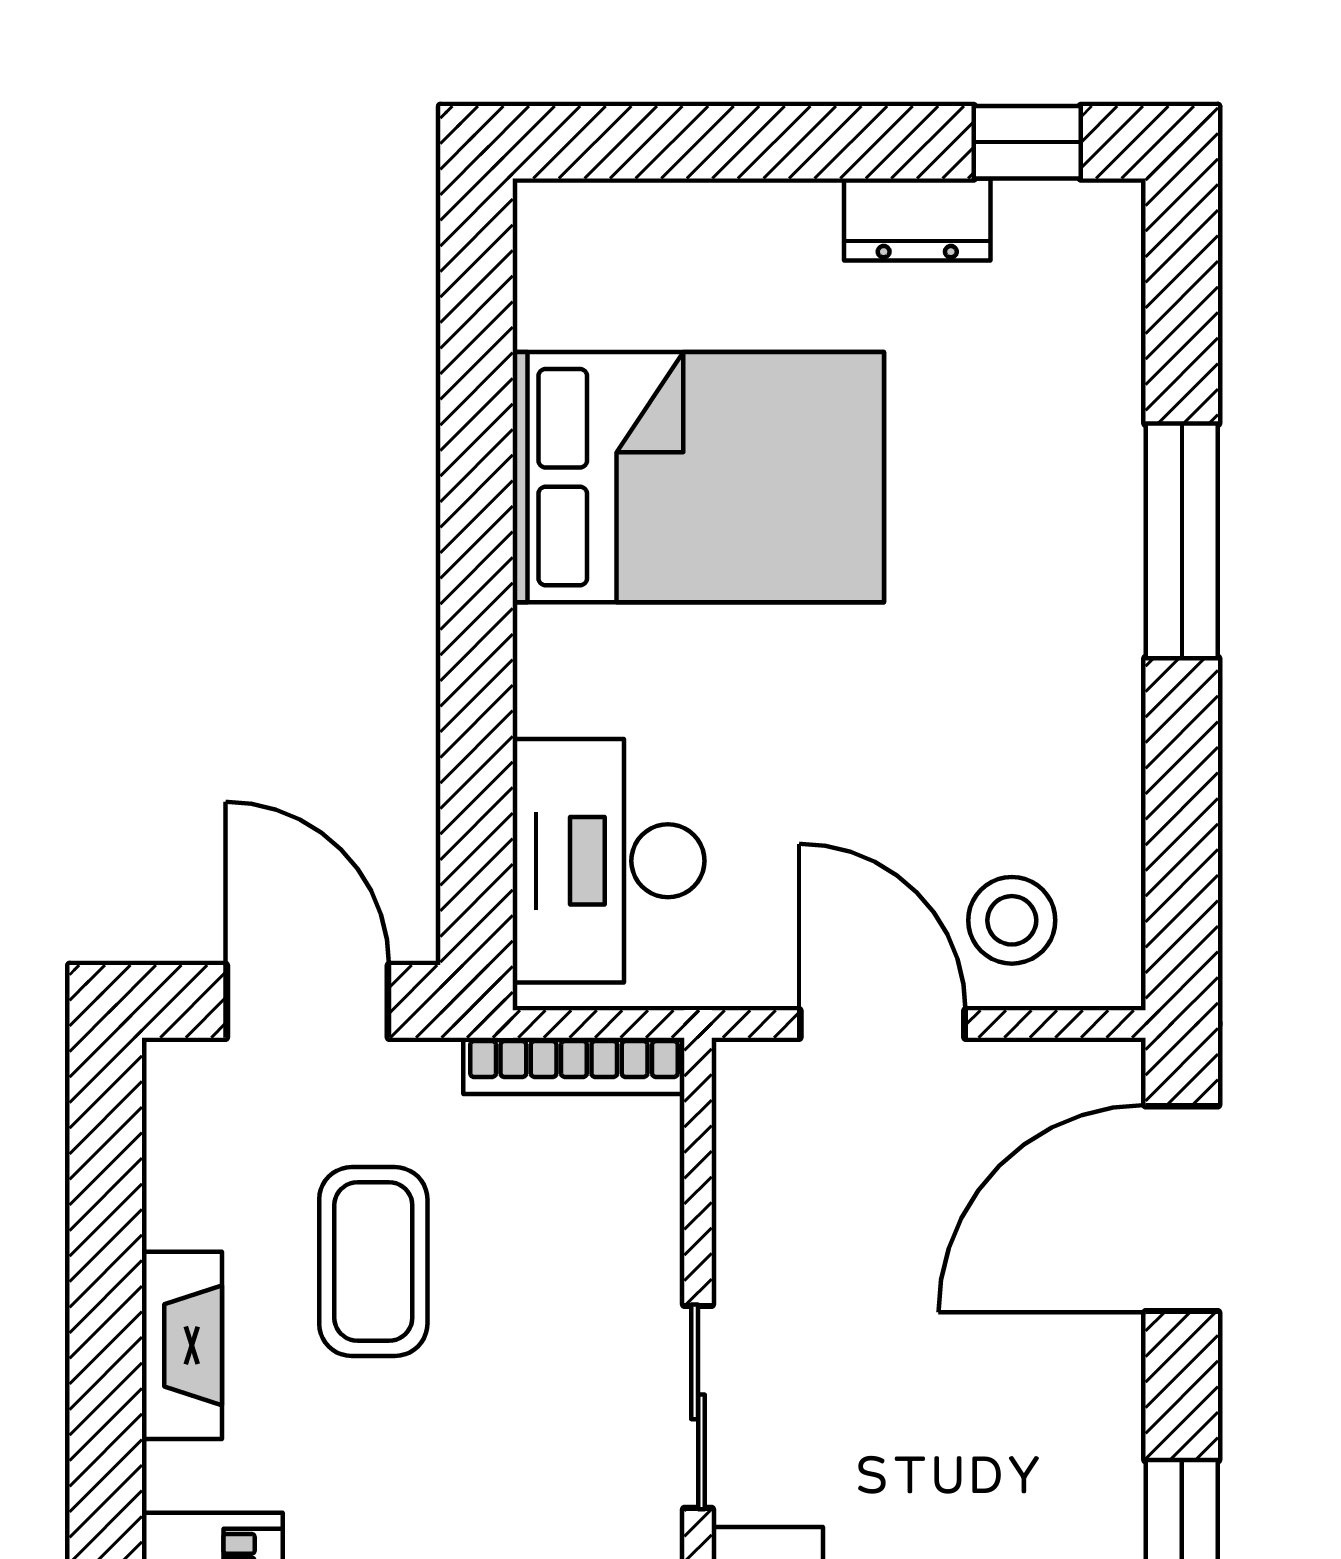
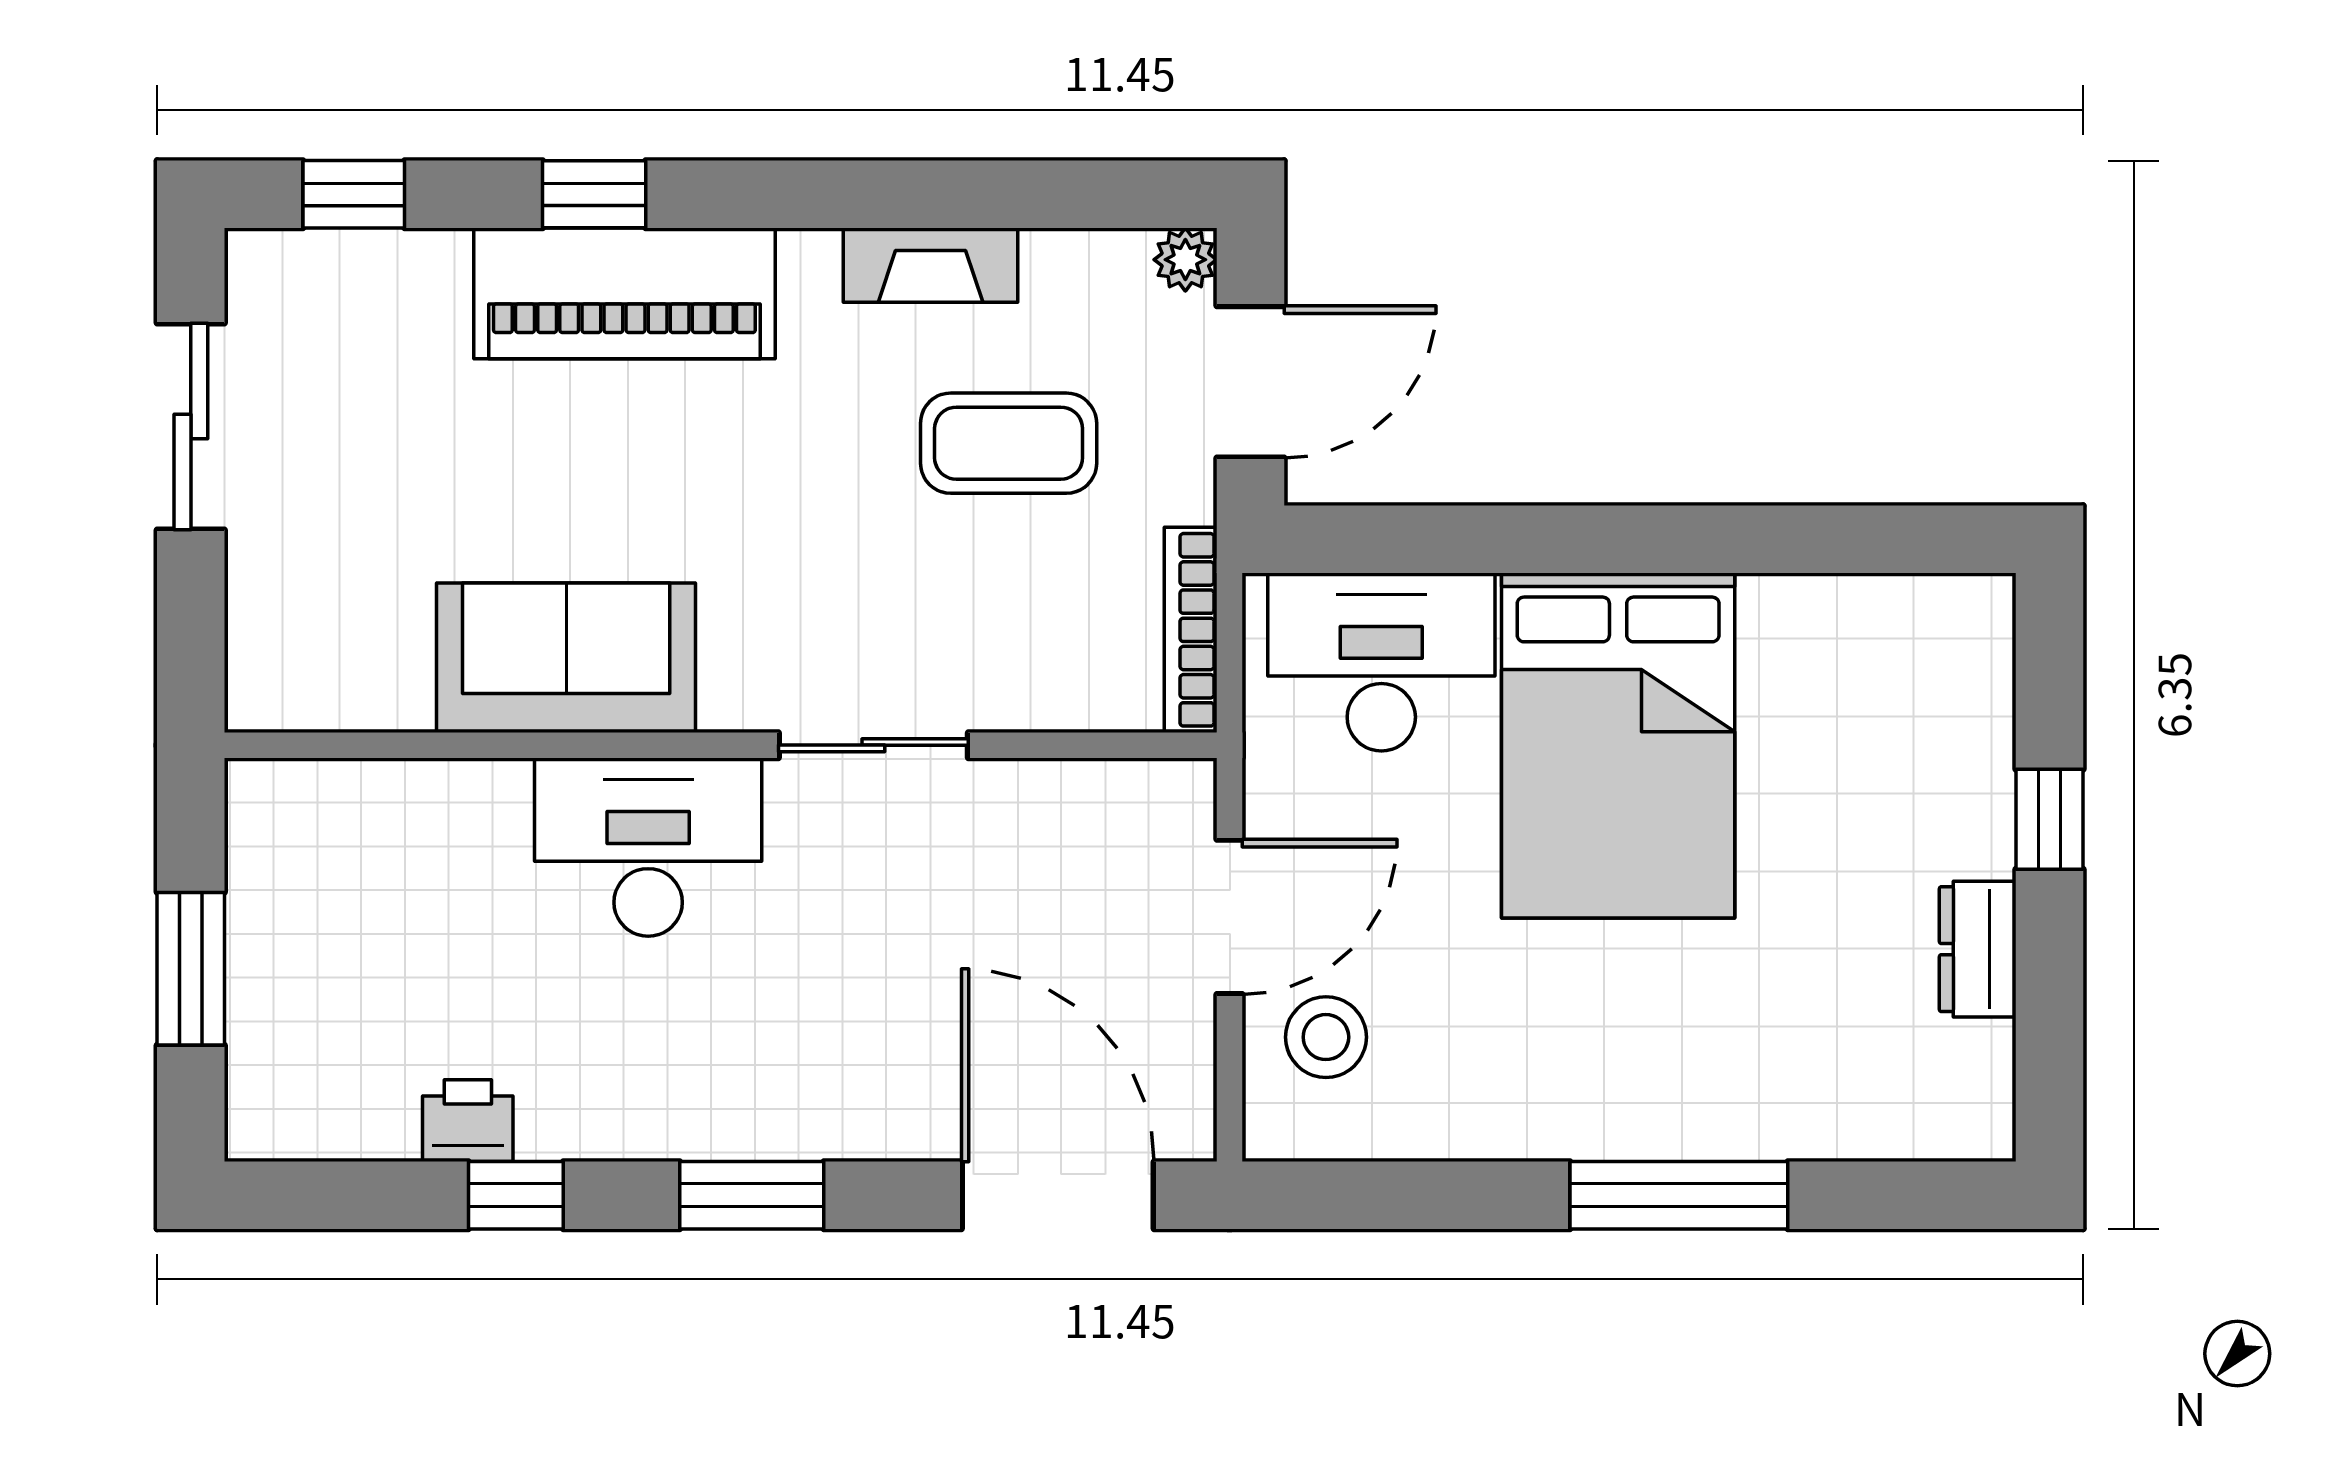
window: (1027, 142) -> (2050, 819), moved
bed: (698, 477) -> (1618, 745), moved
plant: (176, 1071) -> (1185, 260), added

